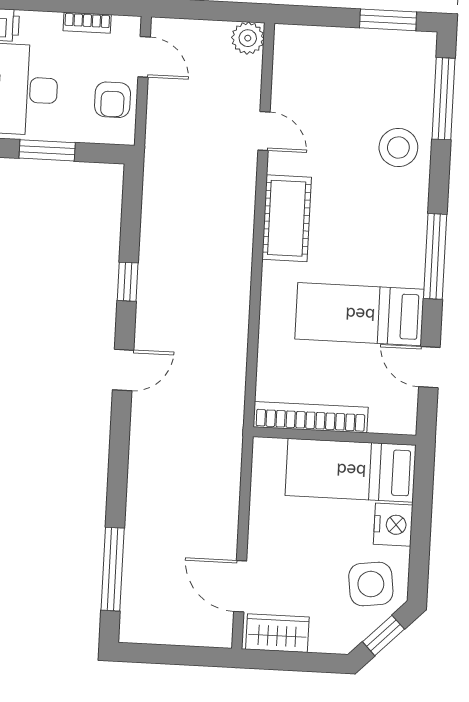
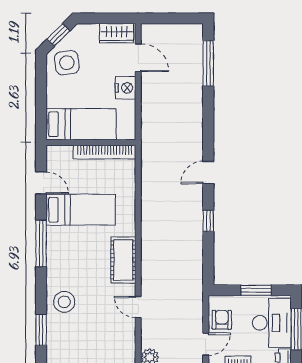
door: (144, 57) -> (206, 344), swing flipped
window: (443, 99) -> (41, 330), width x0.69
nightstand: (393, 525) -> (125, 88), moved, turned 180

